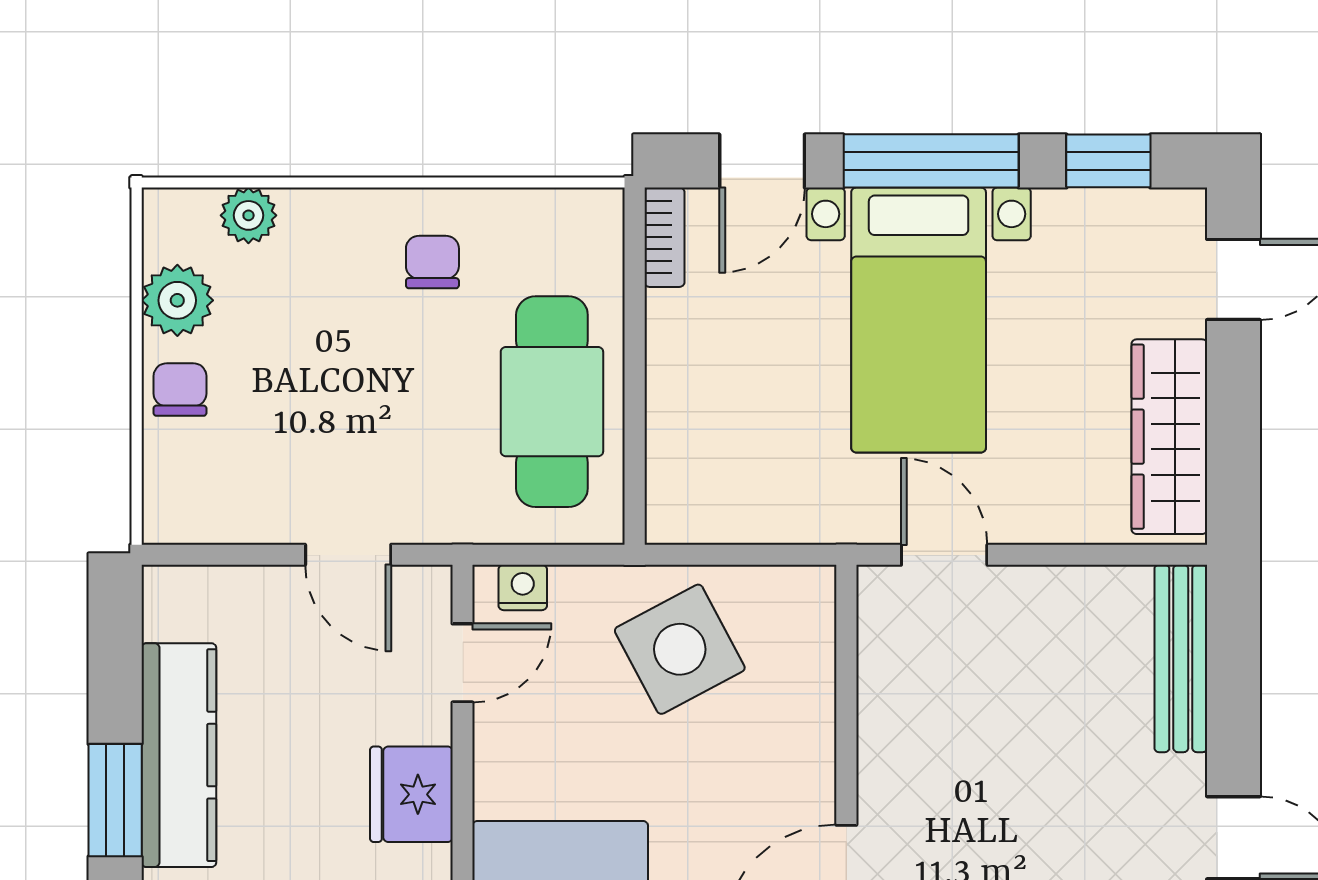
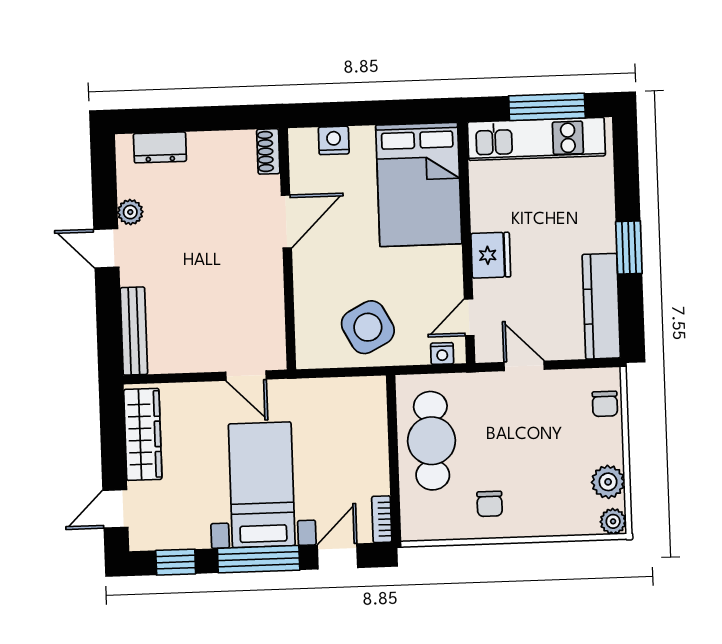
plant: (248, 215) -> (613, 521), moved
chair: (180, 390) -> (605, 404), moved
kitchen counter: (179, 755) -> (601, 306), moved

